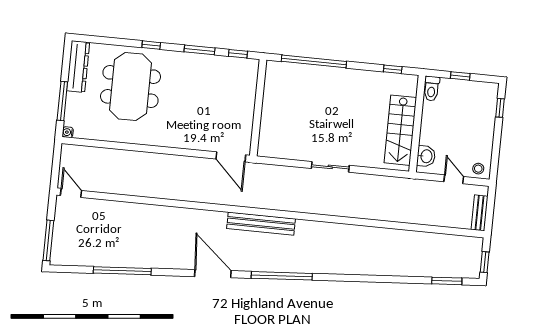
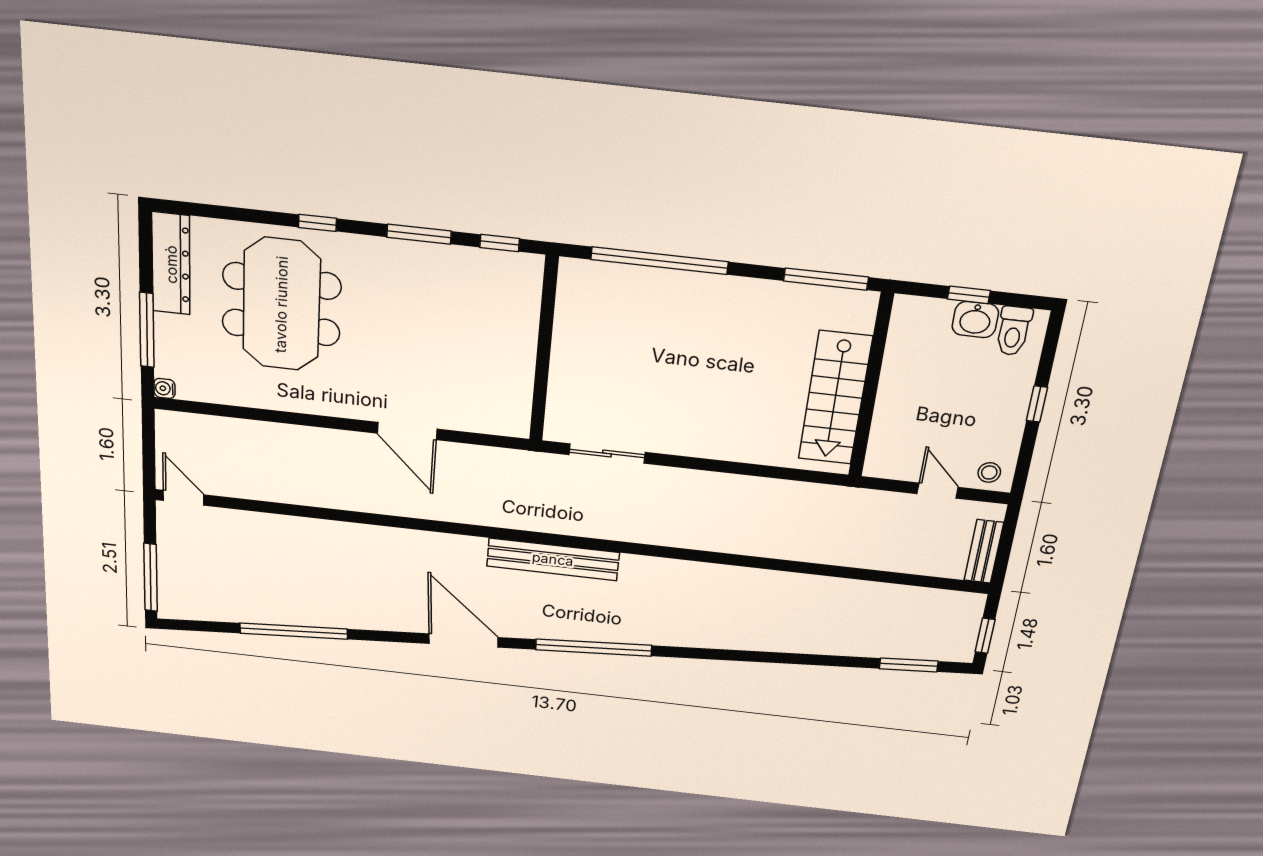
window: (393, 69) -> (826, 279), width x2.17
toilet: (431, 89) -> (1013, 331), moved
window: (500, 108) -> (1037, 404), moved
washbasin: (426, 156) -> (975, 320), moved, turned 90
door: (231, 157) -> (407, 431), moved
sliding door: (330, 167) -> (607, 454), moved

